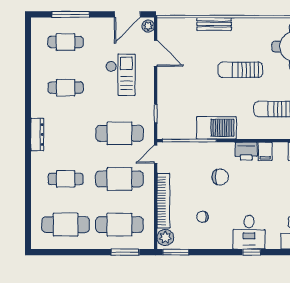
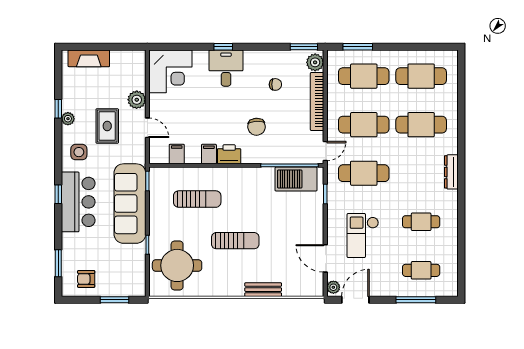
barbecue: (216, 128) -> (296, 179), moved
chair: (220, 177) -> (257, 127), turned -94
cafe table: (66, 179) -> (421, 125), width x1.37, depth x1.35

